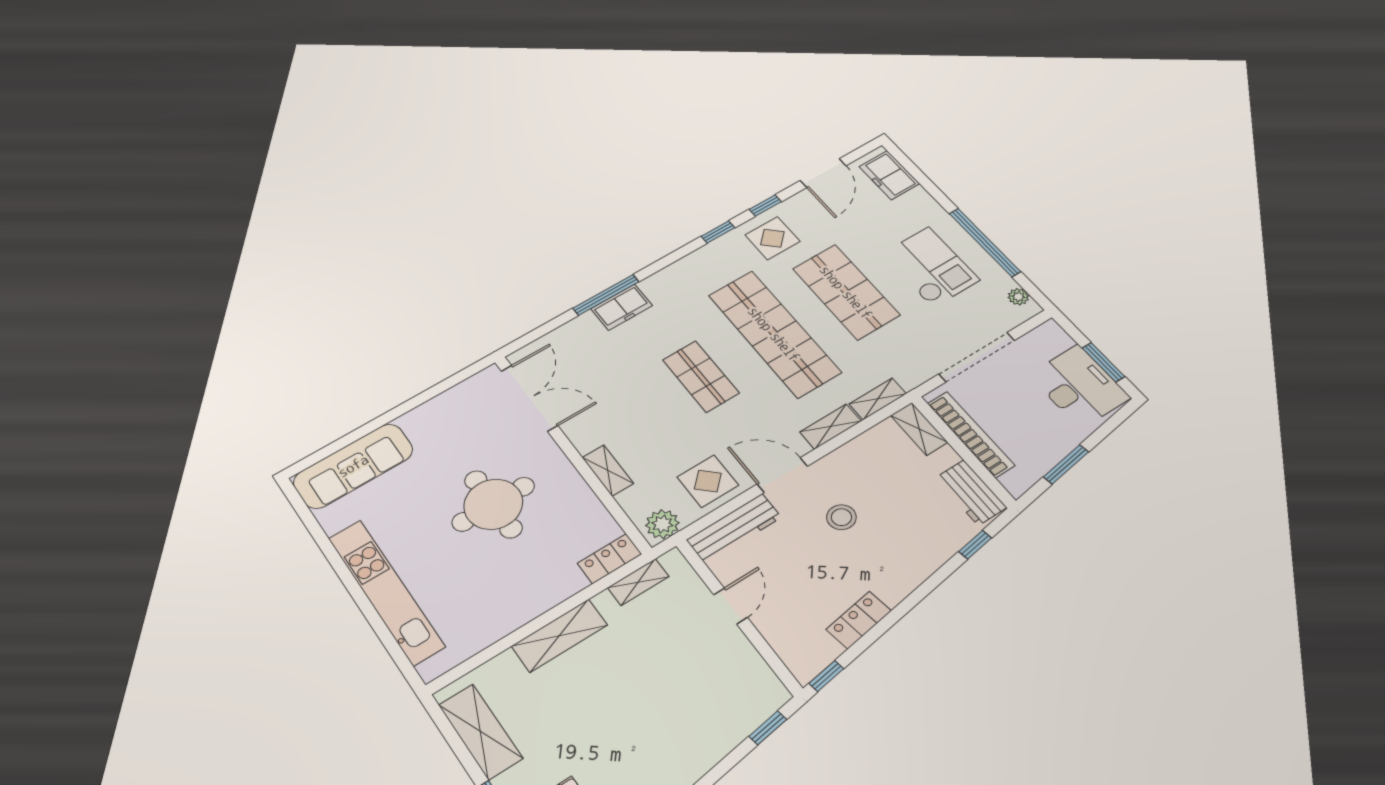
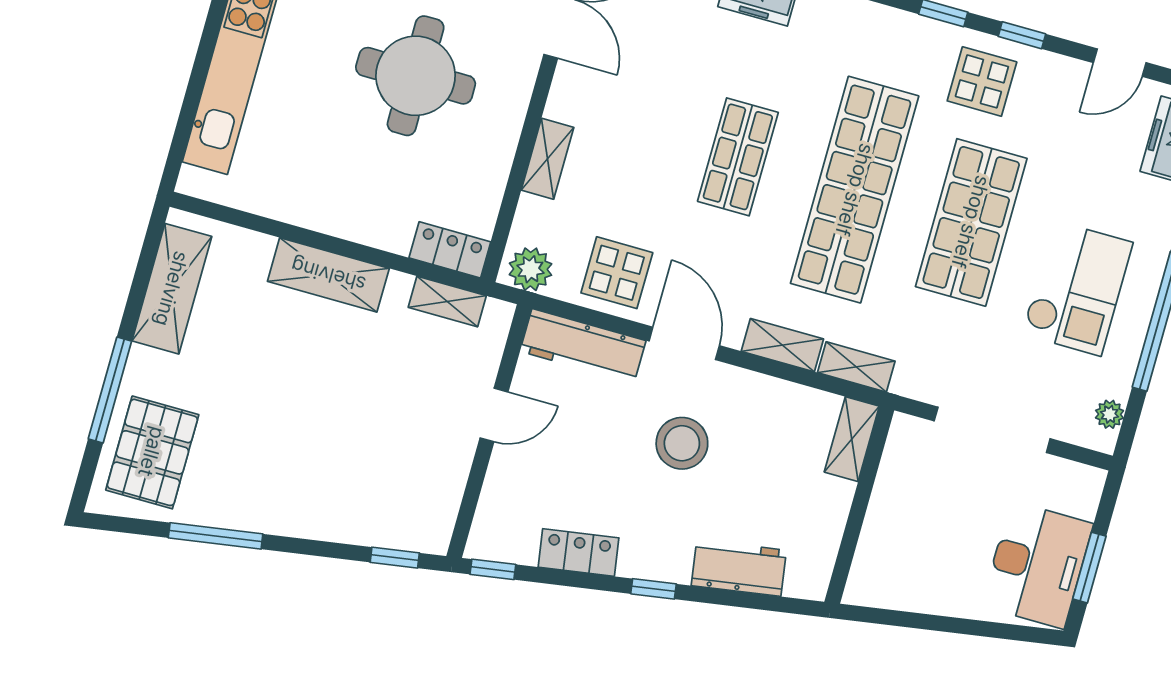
door: (823, 173) -> (1120, 63), width x0.73
bookcase: (971, 434) -> (887, 497), removed
window: (1066, 464) -> (925, 622), removed
workbench: (971, 493) -> (739, 568), moved, turned 81
stool: (841, 517) -> (682, 443), width x1.38, depth x1.38
window: (975, 545) -> (653, 589), moved

